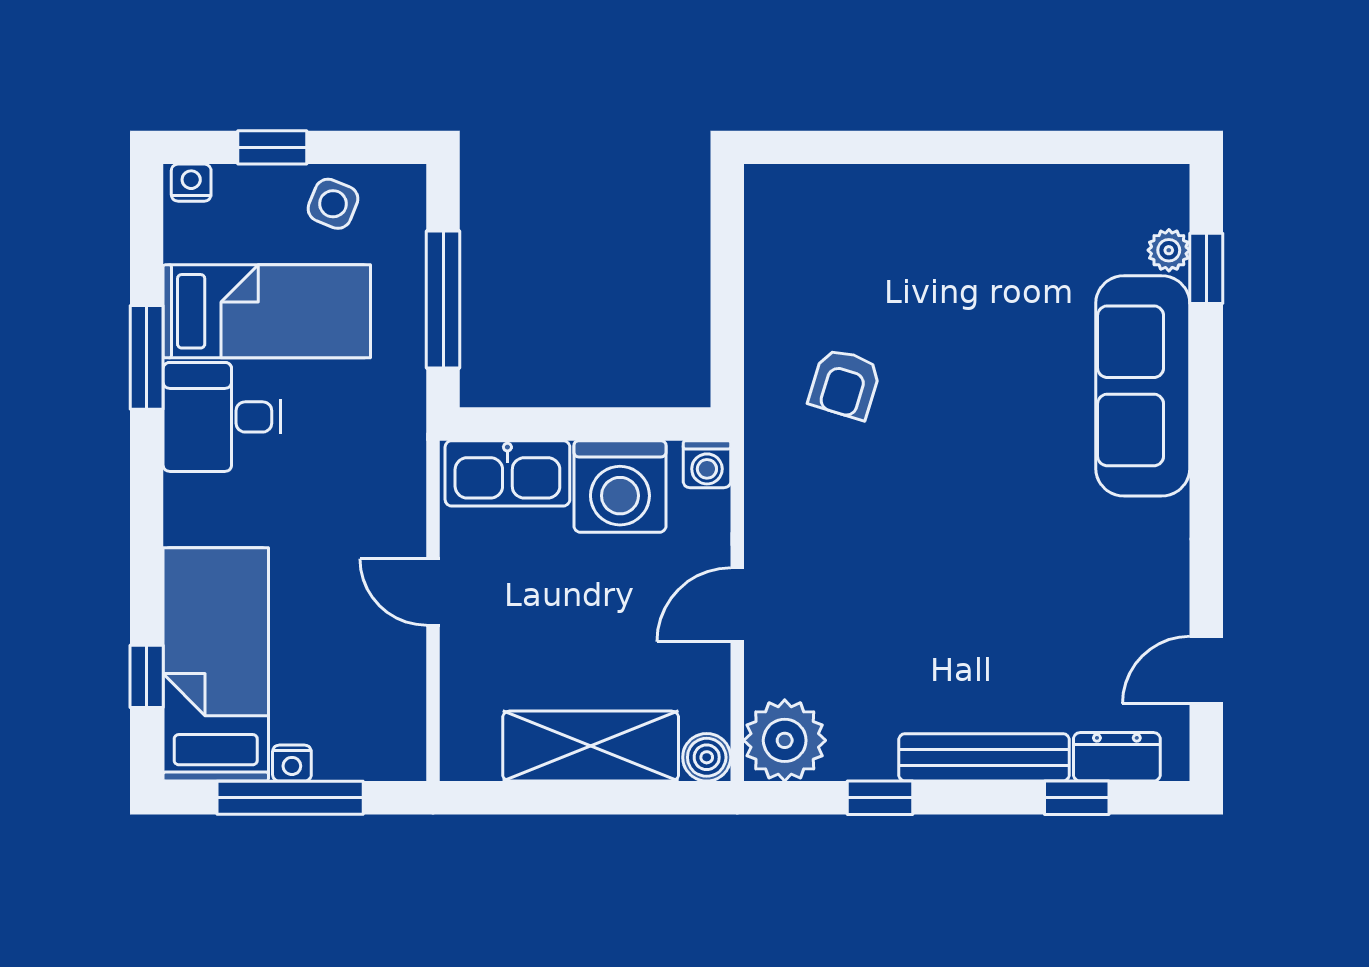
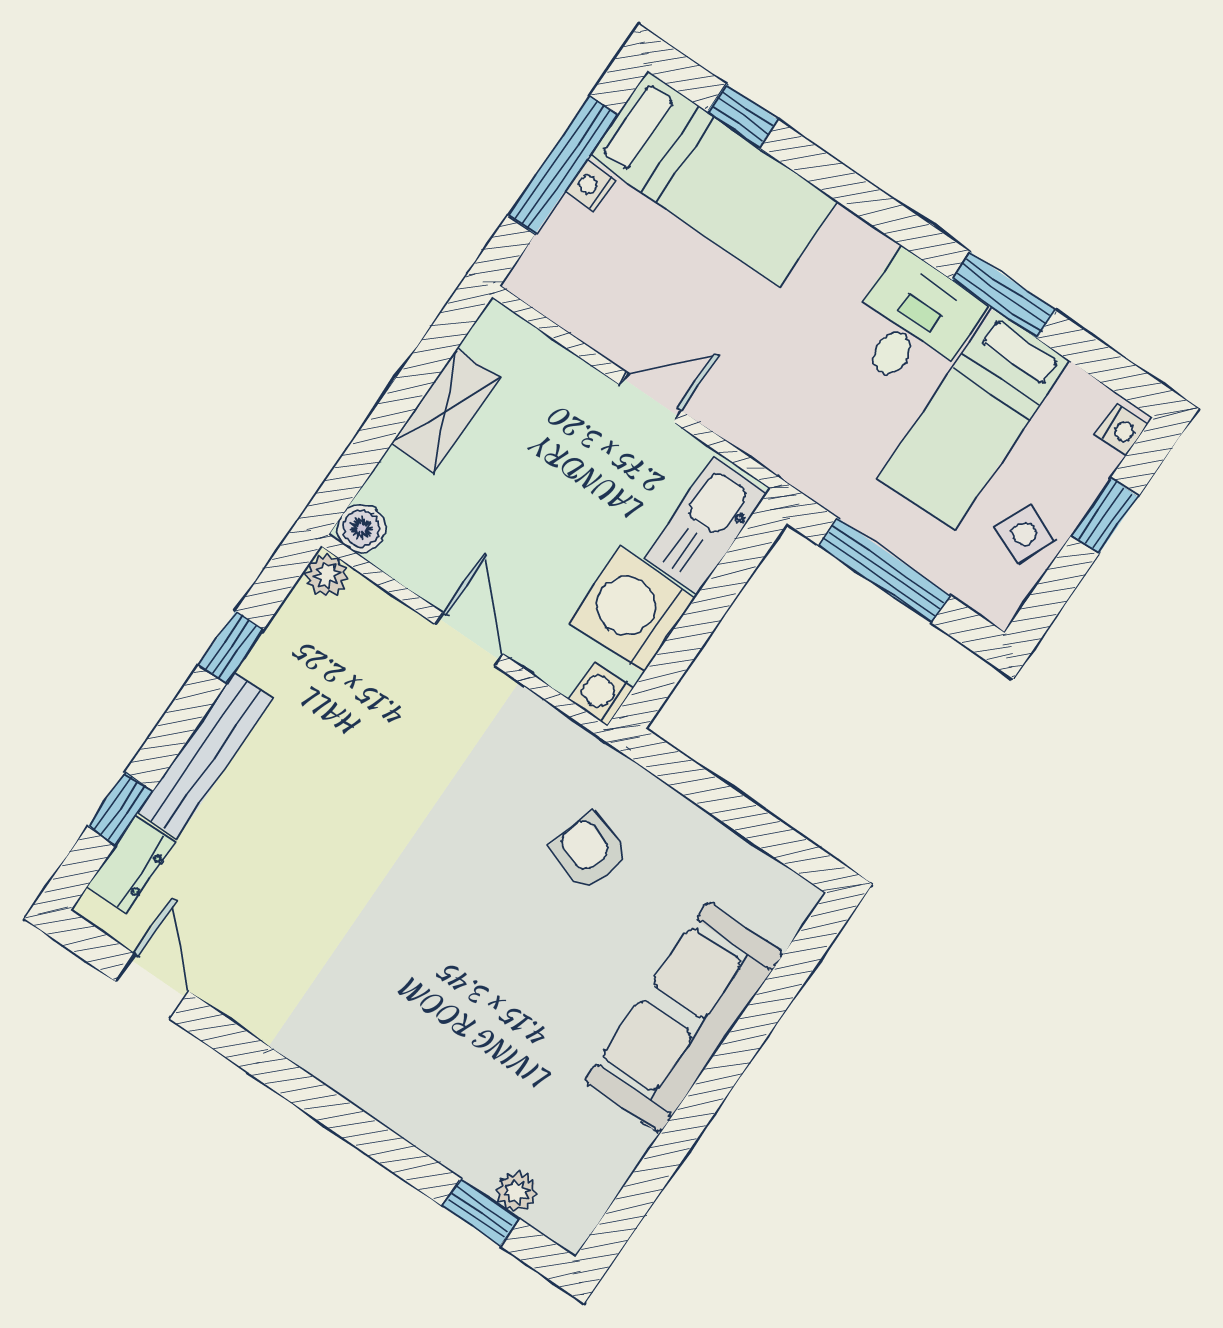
sofa: (1143, 386) -> (684, 1017), moved, turned -90
plant: (785, 740) -> (327, 576), width x0.53, depth x0.53
shelving: (591, 746) -> (445, 411), width x0.67, depth x0.75

